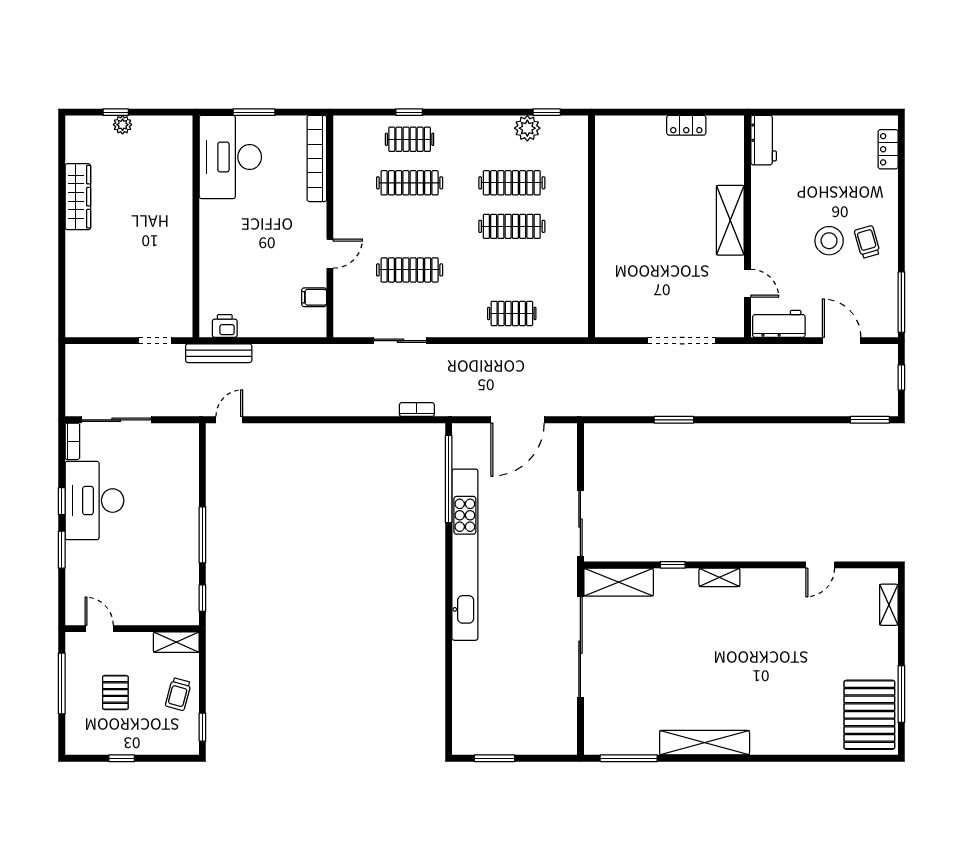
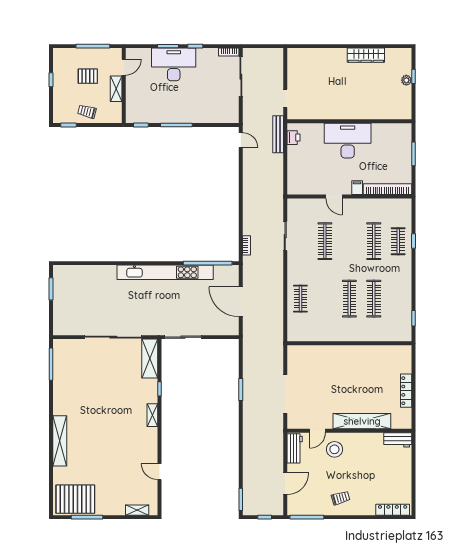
locker: (686, 125) -> (406, 391), width x1.53
plant: (527, 128) -> (404, 307), removed
locker: (888, 149) -> (393, 510), width x1.53
desk: (230, 157) -> (348, 141), moved
shelving: (730, 220) -> (362, 421), width x1.47
stool: (829, 241) -> (334, 449), moved
filing cabinet: (314, 297) -> (357, 188), moved
desk: (94, 501) -> (174, 64), moved
shelving: (176, 642) -> (116, 89), moved
shelving: (705, 743) -> (60, 441), moved

